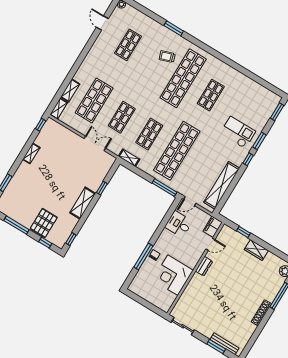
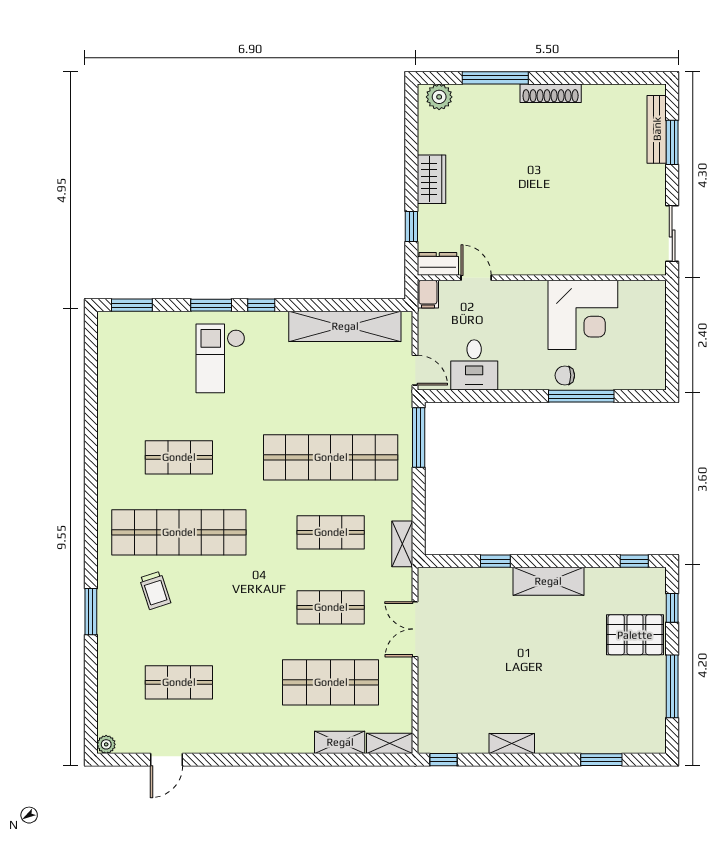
filing cabinet: (213, 227) -> (428, 294), width x0.50
dresser: (204, 266) -> (438, 264), moved

